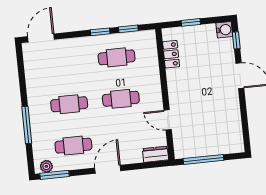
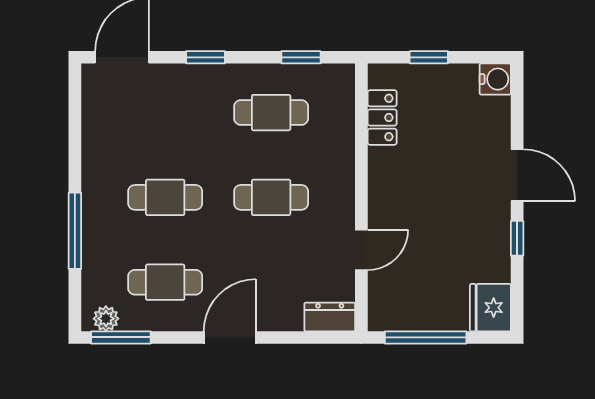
window: (100, 32) -> (205, 57), moved
window: (236, 40) -> (517, 238), moved
door: (168, 120) -> (361, 250), swing flipped
fridge: (234, 142) -> (490, 308), added

